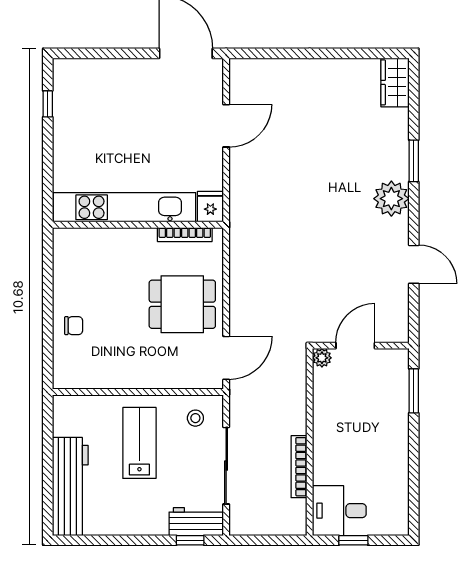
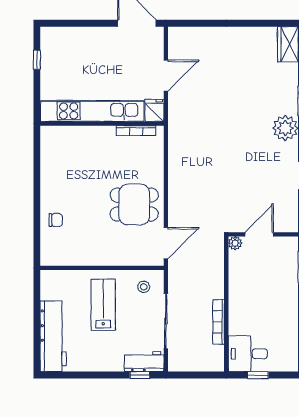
kitchen unit: (124, 207) -> (92, 111), moved
fridge: (210, 207) -> (154, 110), moved
wall: (138, 225) -> (102, 124), moved
bookcase: (185, 235) -> (136, 131), moved

